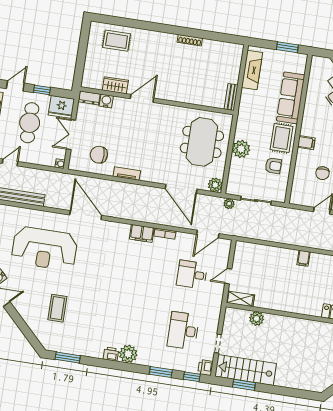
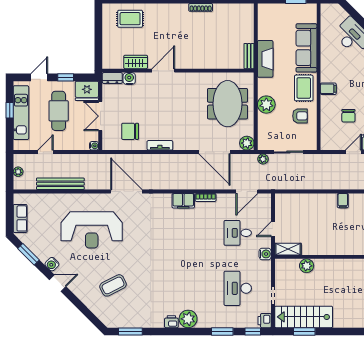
fireplace: (252, 70) -> (265, 59), moved
water cooler: (216, 300) -> (265, 254), added
coffee table: (57, 308) -> (113, 285), turned 63

